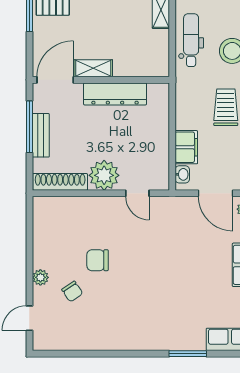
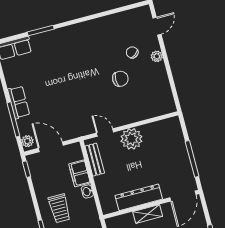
shelving: (93, 68) -> (148, 214), moved
bench: (41, 135) -> (95, 160), moved
washbasin: (182, 174) -> (87, 191), moved
shoe rack: (60, 182) -> (161, 126), removed

